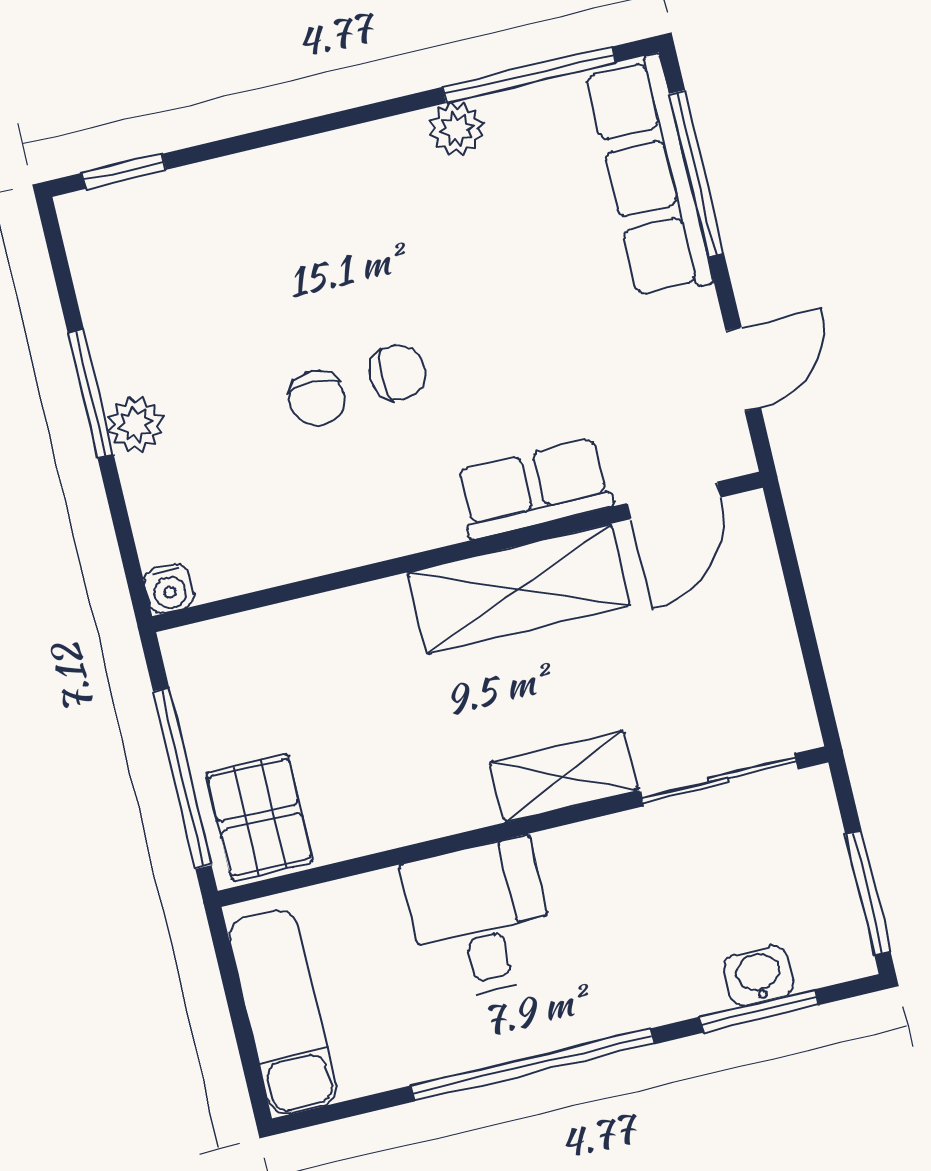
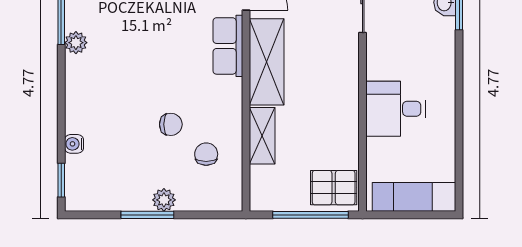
chair: (398, 373) -> (206, 154), moved
water cooler: (169, 589) -> (74, 144), moved, turned 180
shelving: (564, 776) -> (262, 136), moved
window: (533, 1065) -> (459, 102), removed

